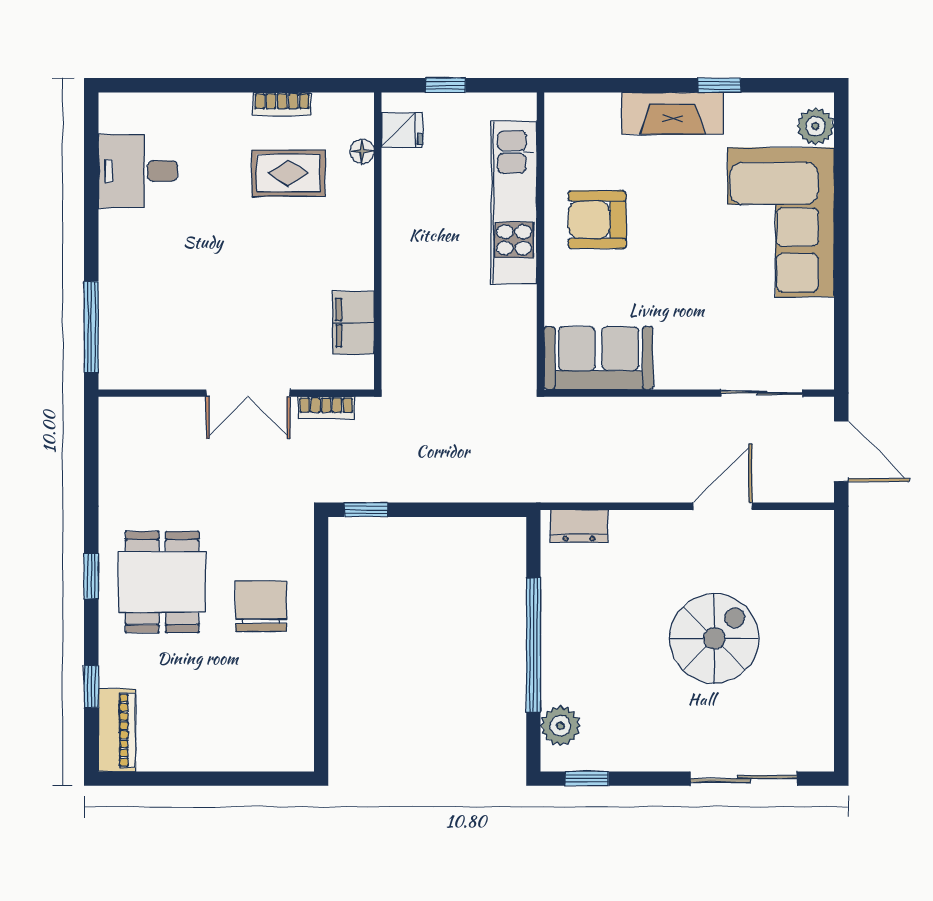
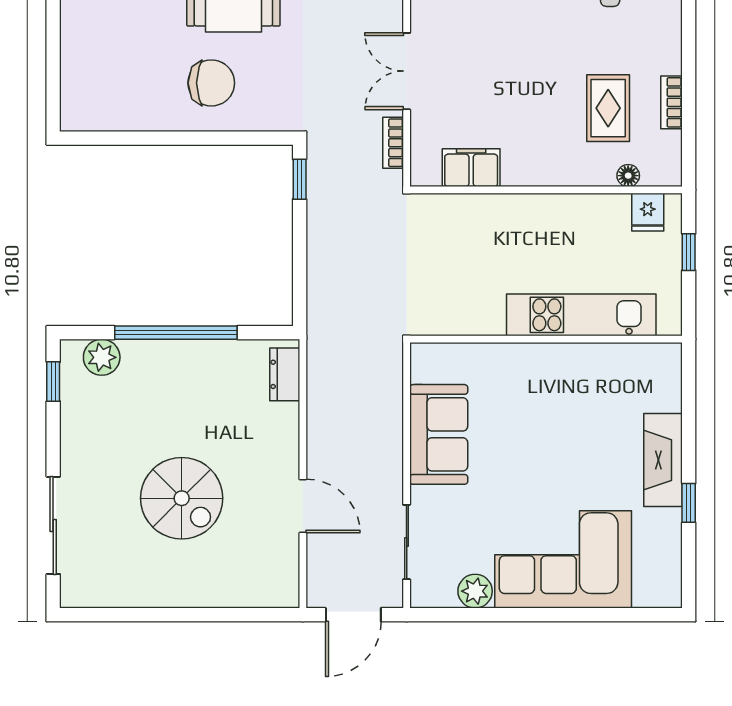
plant: (815, 126) -> (475, 591), moved
armchair: (597, 220) -> (565, 391), removed
sofa: (599, 358) -> (439, 434), moved

